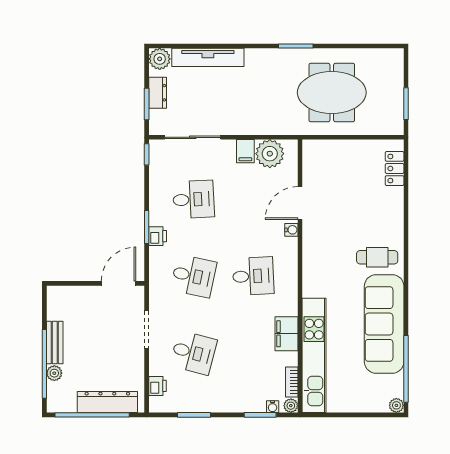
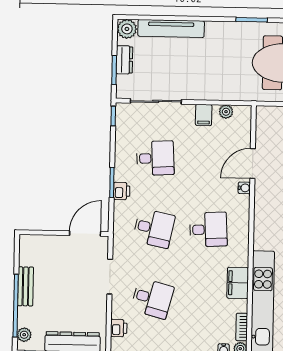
plant: (270, 154) -> (226, 112), width x0.53, depth x0.53
plant: (54, 373) -> (24, 335), moved

